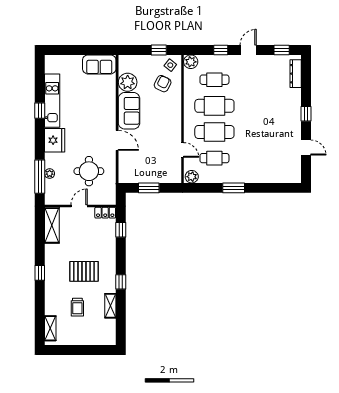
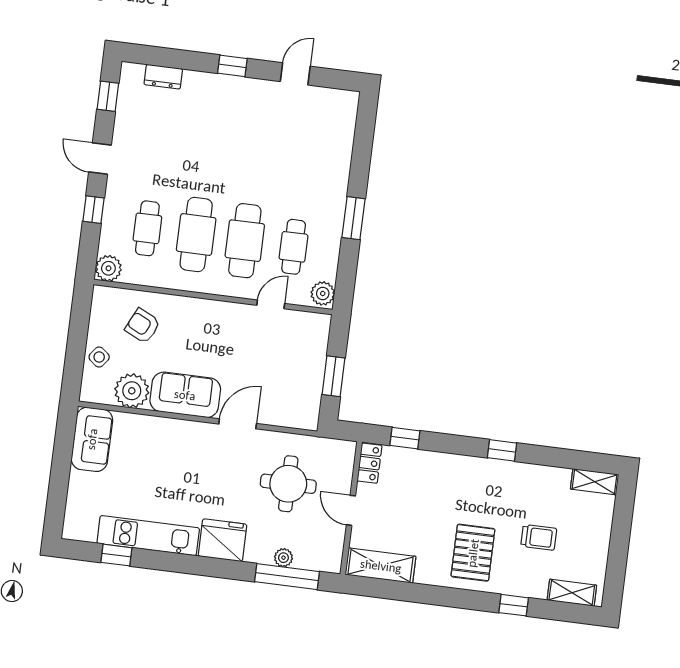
window: (159, 50) -> (79, 325), removed
side table: (170, 65) -> (99, 357), moved
dresser: (296, 74) -> (163, 77), width x0.70
window: (40, 111) -> (116, 555), moved
pallet: (84, 271) -> (473, 553), moved
window: (40, 273) -> (514, 605), moved
shelving: (110, 306) -> (595, 482), moved

